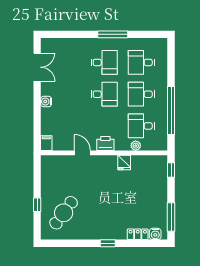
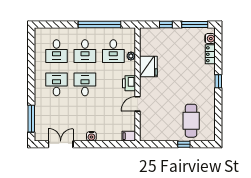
window: (113, 34) -> (31, 119), moved
fridge: (124, 163) -> (148, 66), width x1.88, depth x1.34
window: (171, 170) -> (166, 24), moved
cafe table: (64, 213) -> (191, 121), turned 54

